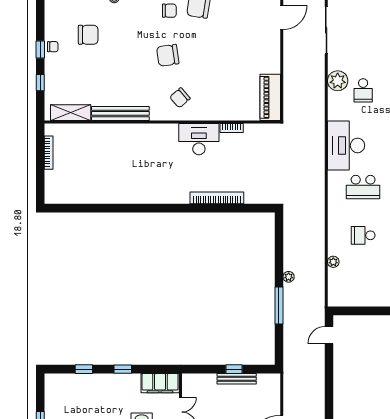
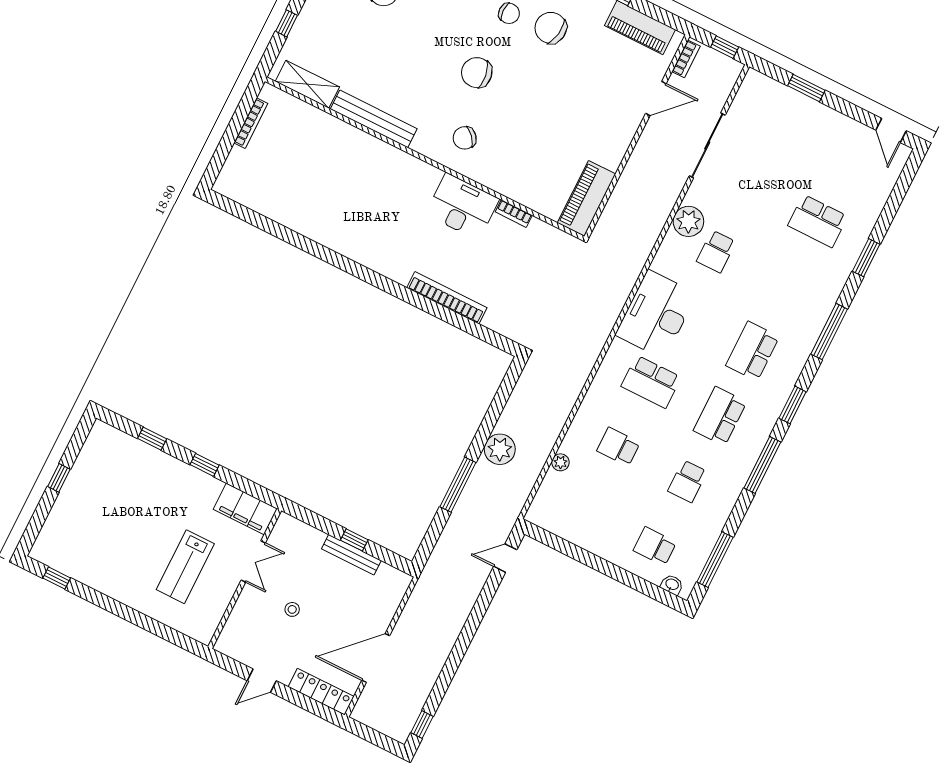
plant: (289, 277) -> (500, 449), width x1.87, depth x1.87

